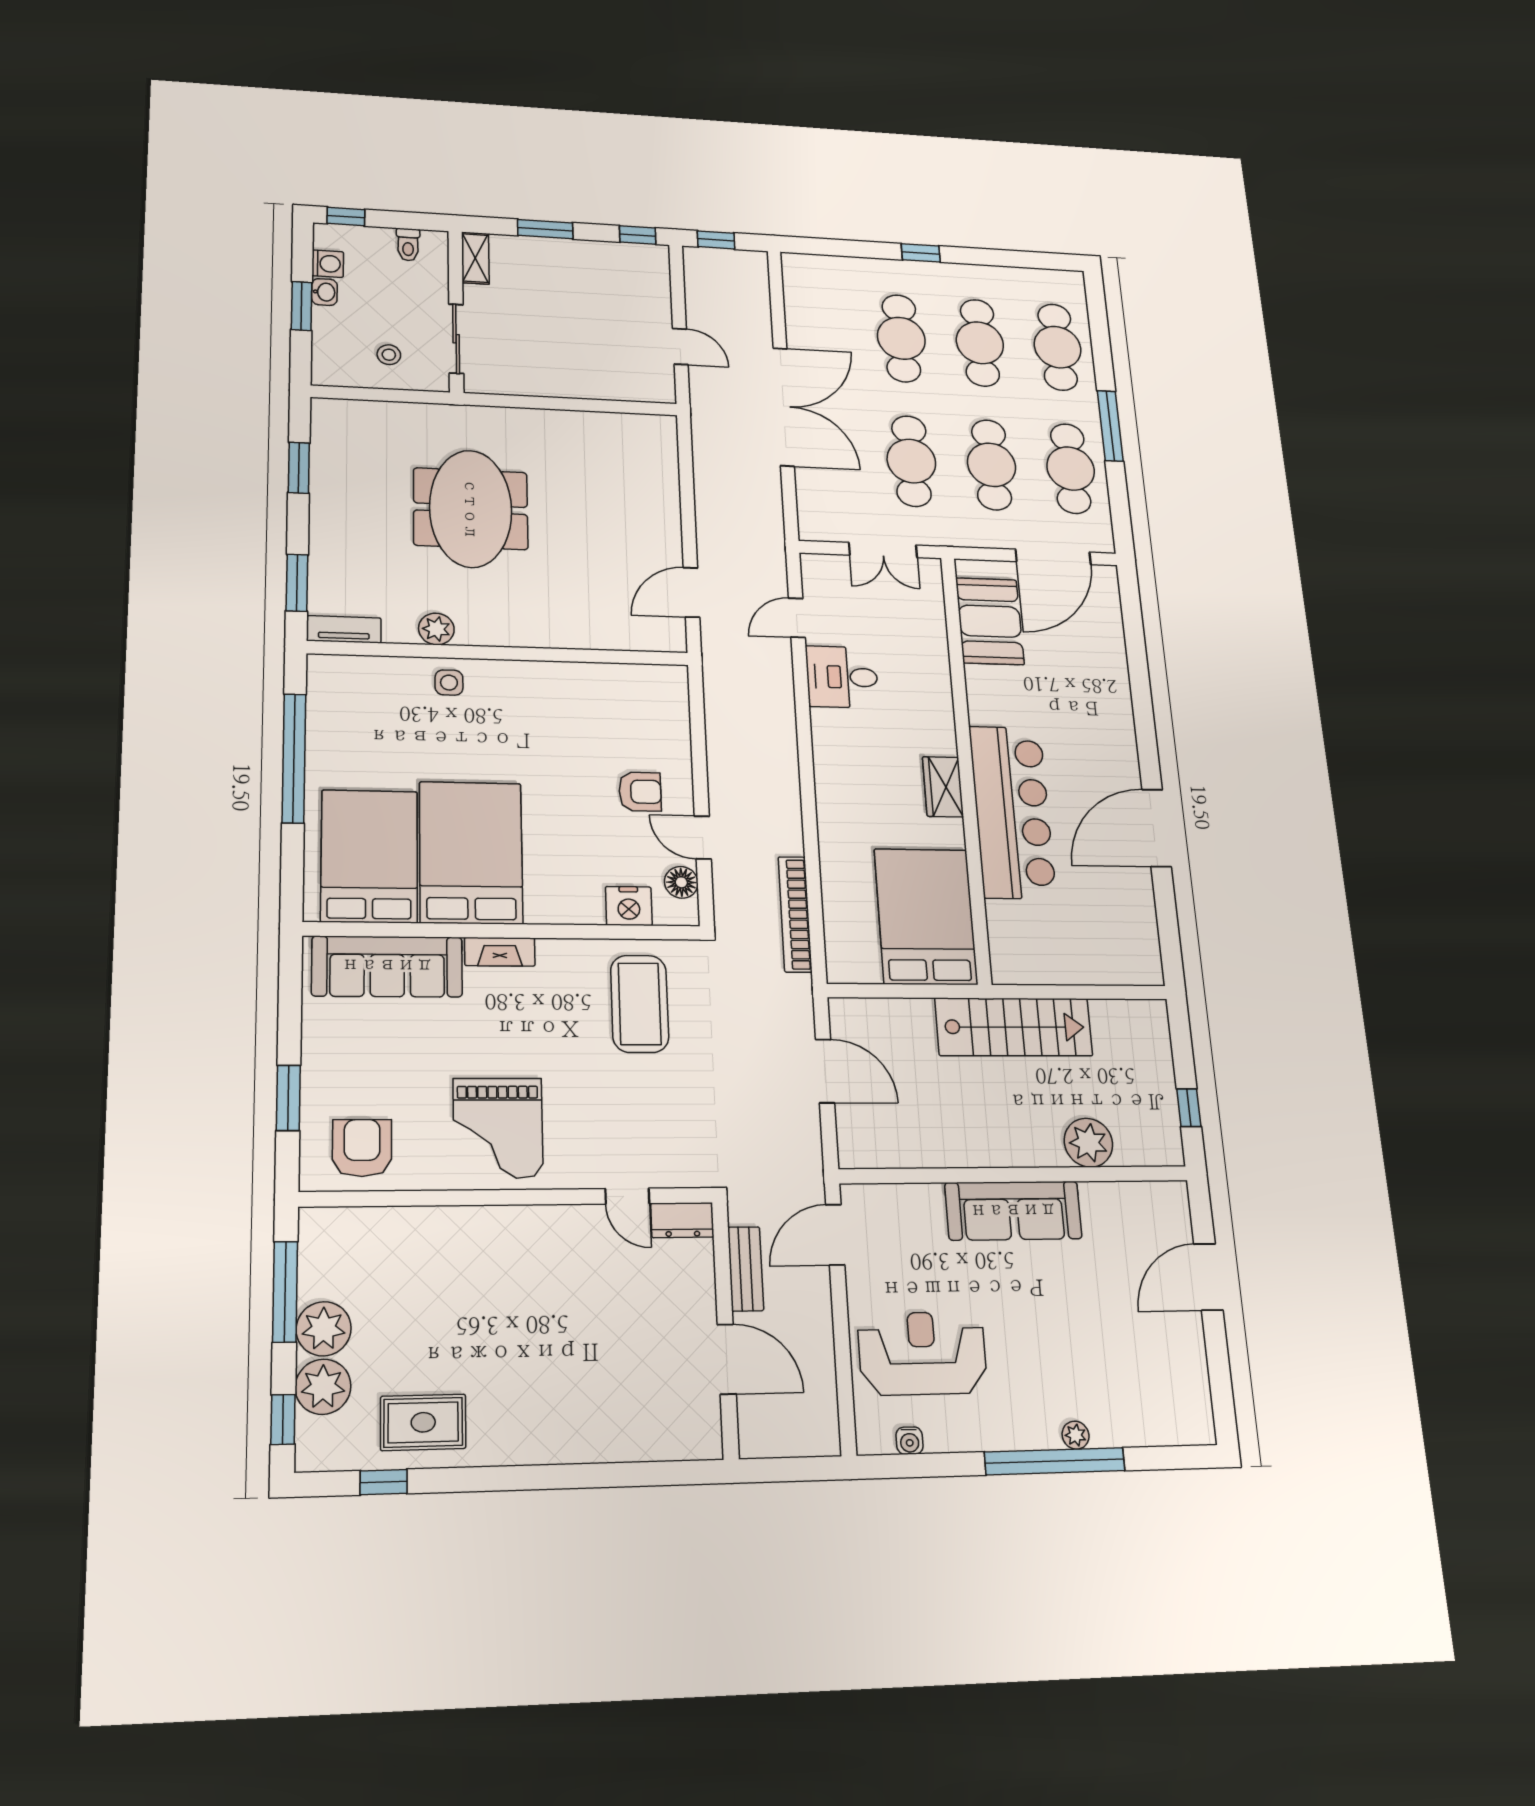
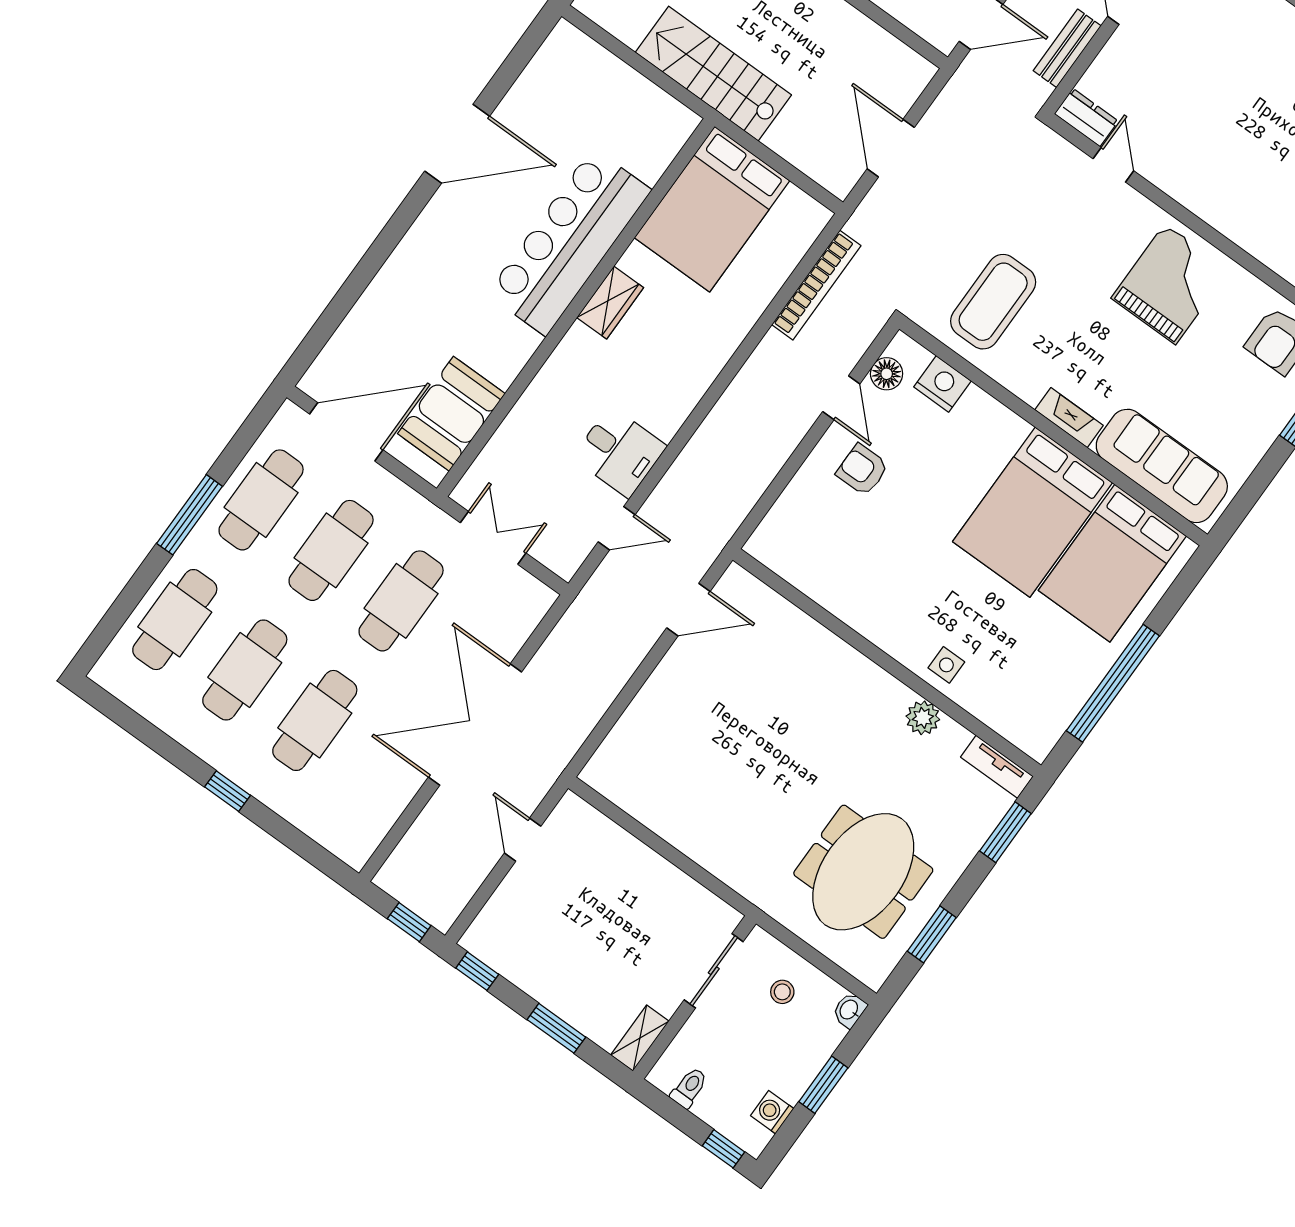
washbasin: (324, 292) -> (849, 1010), moved
meeting table: (471, 509) -> (863, 872), moved

